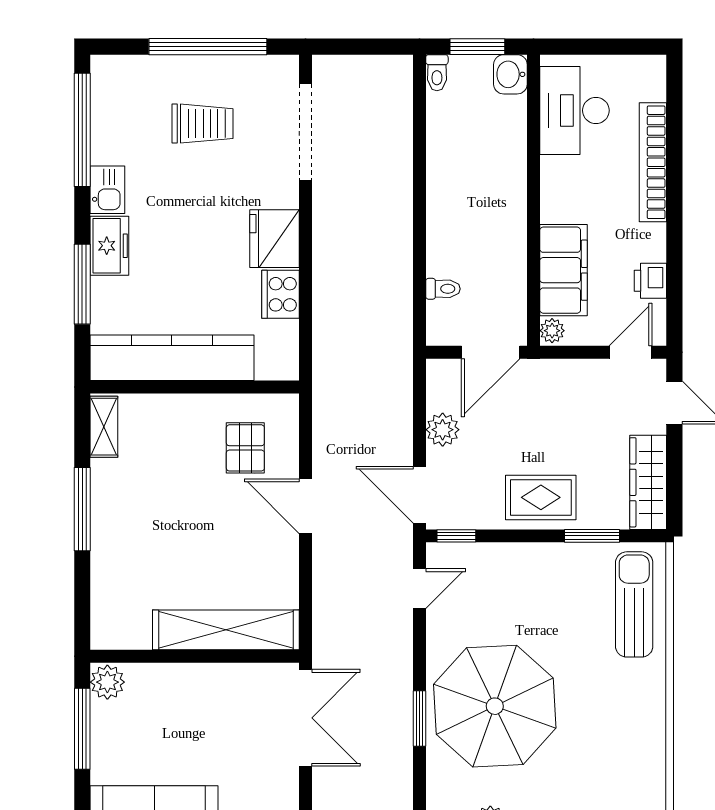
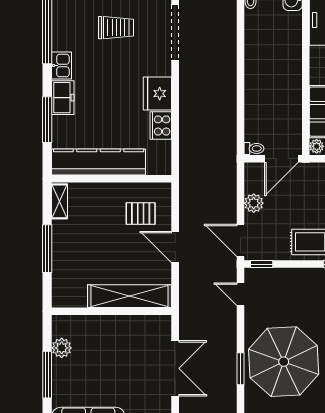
toilet: (443, 289) -> (254, 148), moved
pallet: (245, 448) -> (141, 214), turned 90
door: (419, 589) -> (240, 294), swing flipped
shelving: (226, 630) -> (130, 296), moved
wall: (195, 656) -> (112, 311), moved

